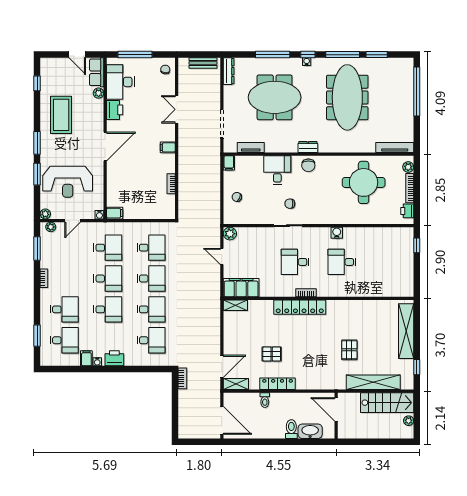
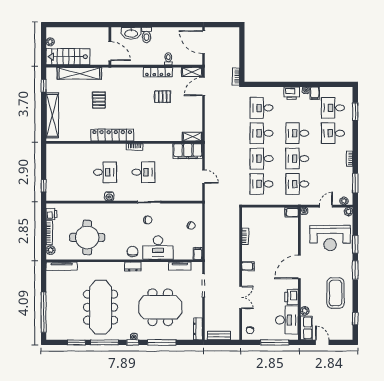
desk: (277, 170) -> (158, 248), width x1.37
reception desk: (68, 182) -> (330, 238), turned 180
plant: (230, 234) -> (197, 195), removed
locker: (300, 307) -> (112, 135), moved

